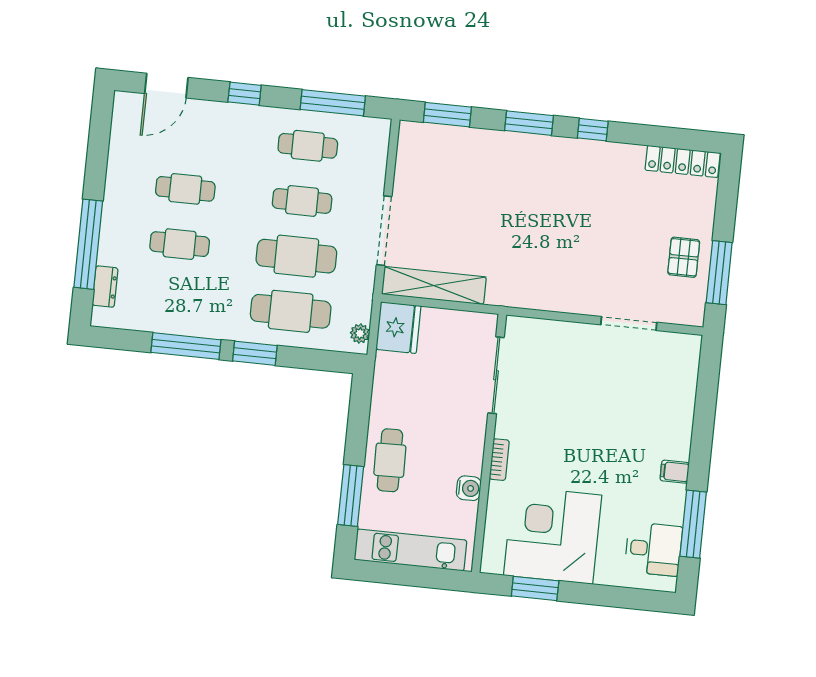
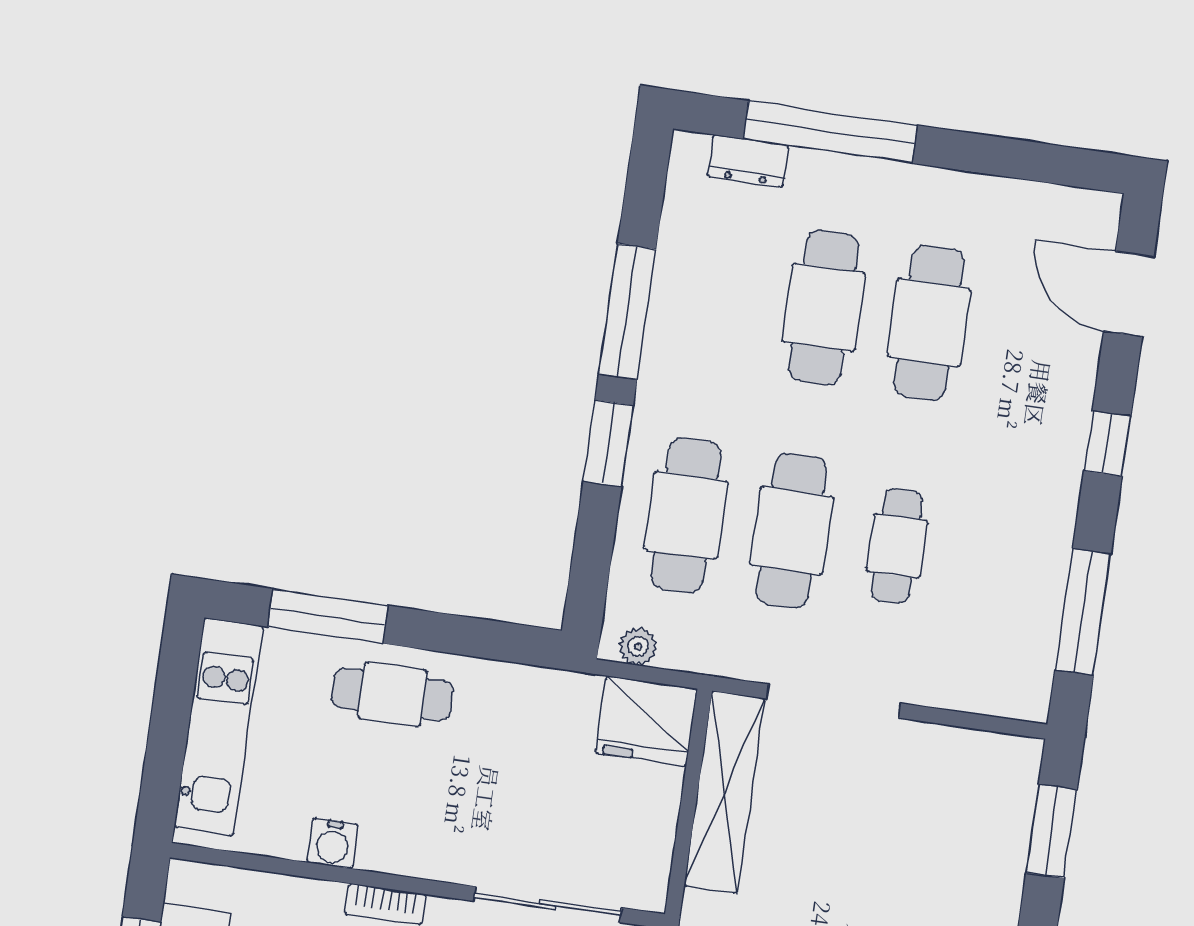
cafe table: (308, 146) -> (1002, 561), removed
cafe table: (185, 189) -> (929, 323), width x1.37, depth x1.35
cafe table: (180, 244) -> (824, 307), width x1.37, depth x1.35

